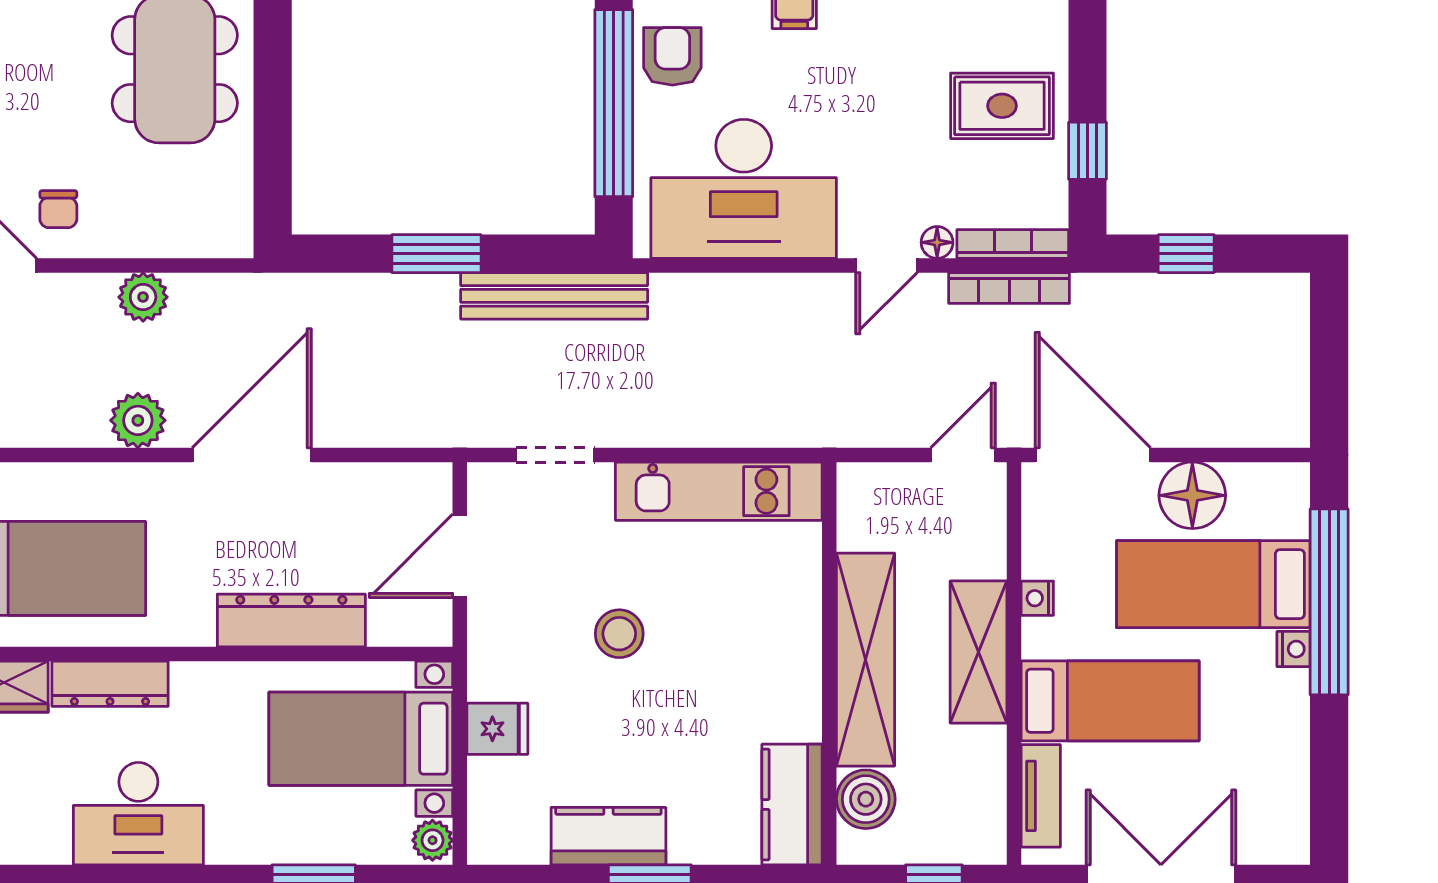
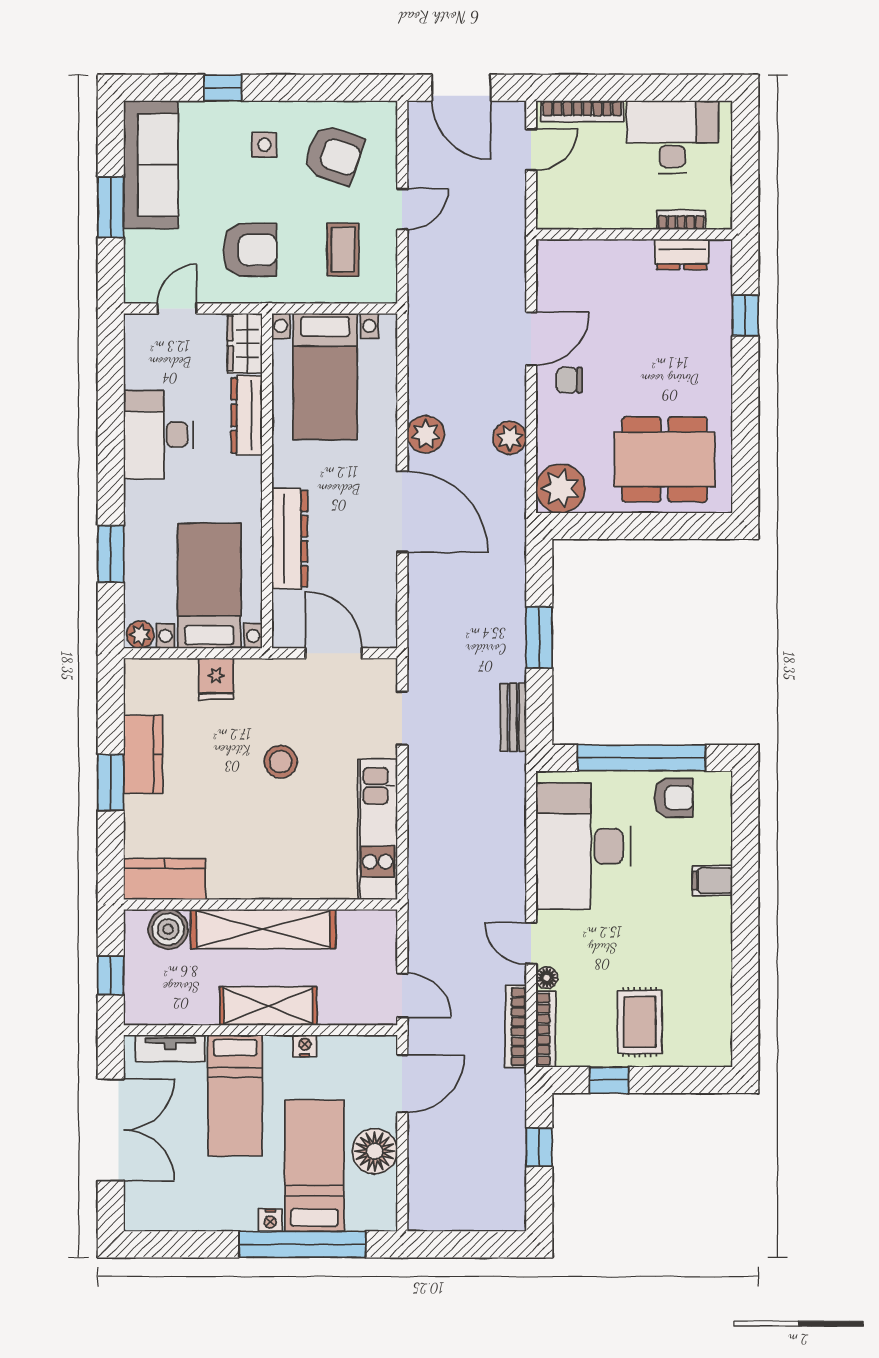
plant: (218, 222) -> (561, 488), added
bench: (554, 296) -> (513, 717), width x0.54, depth x0.82
door: (1093, 455) -> (402, 1084), width x0.73

